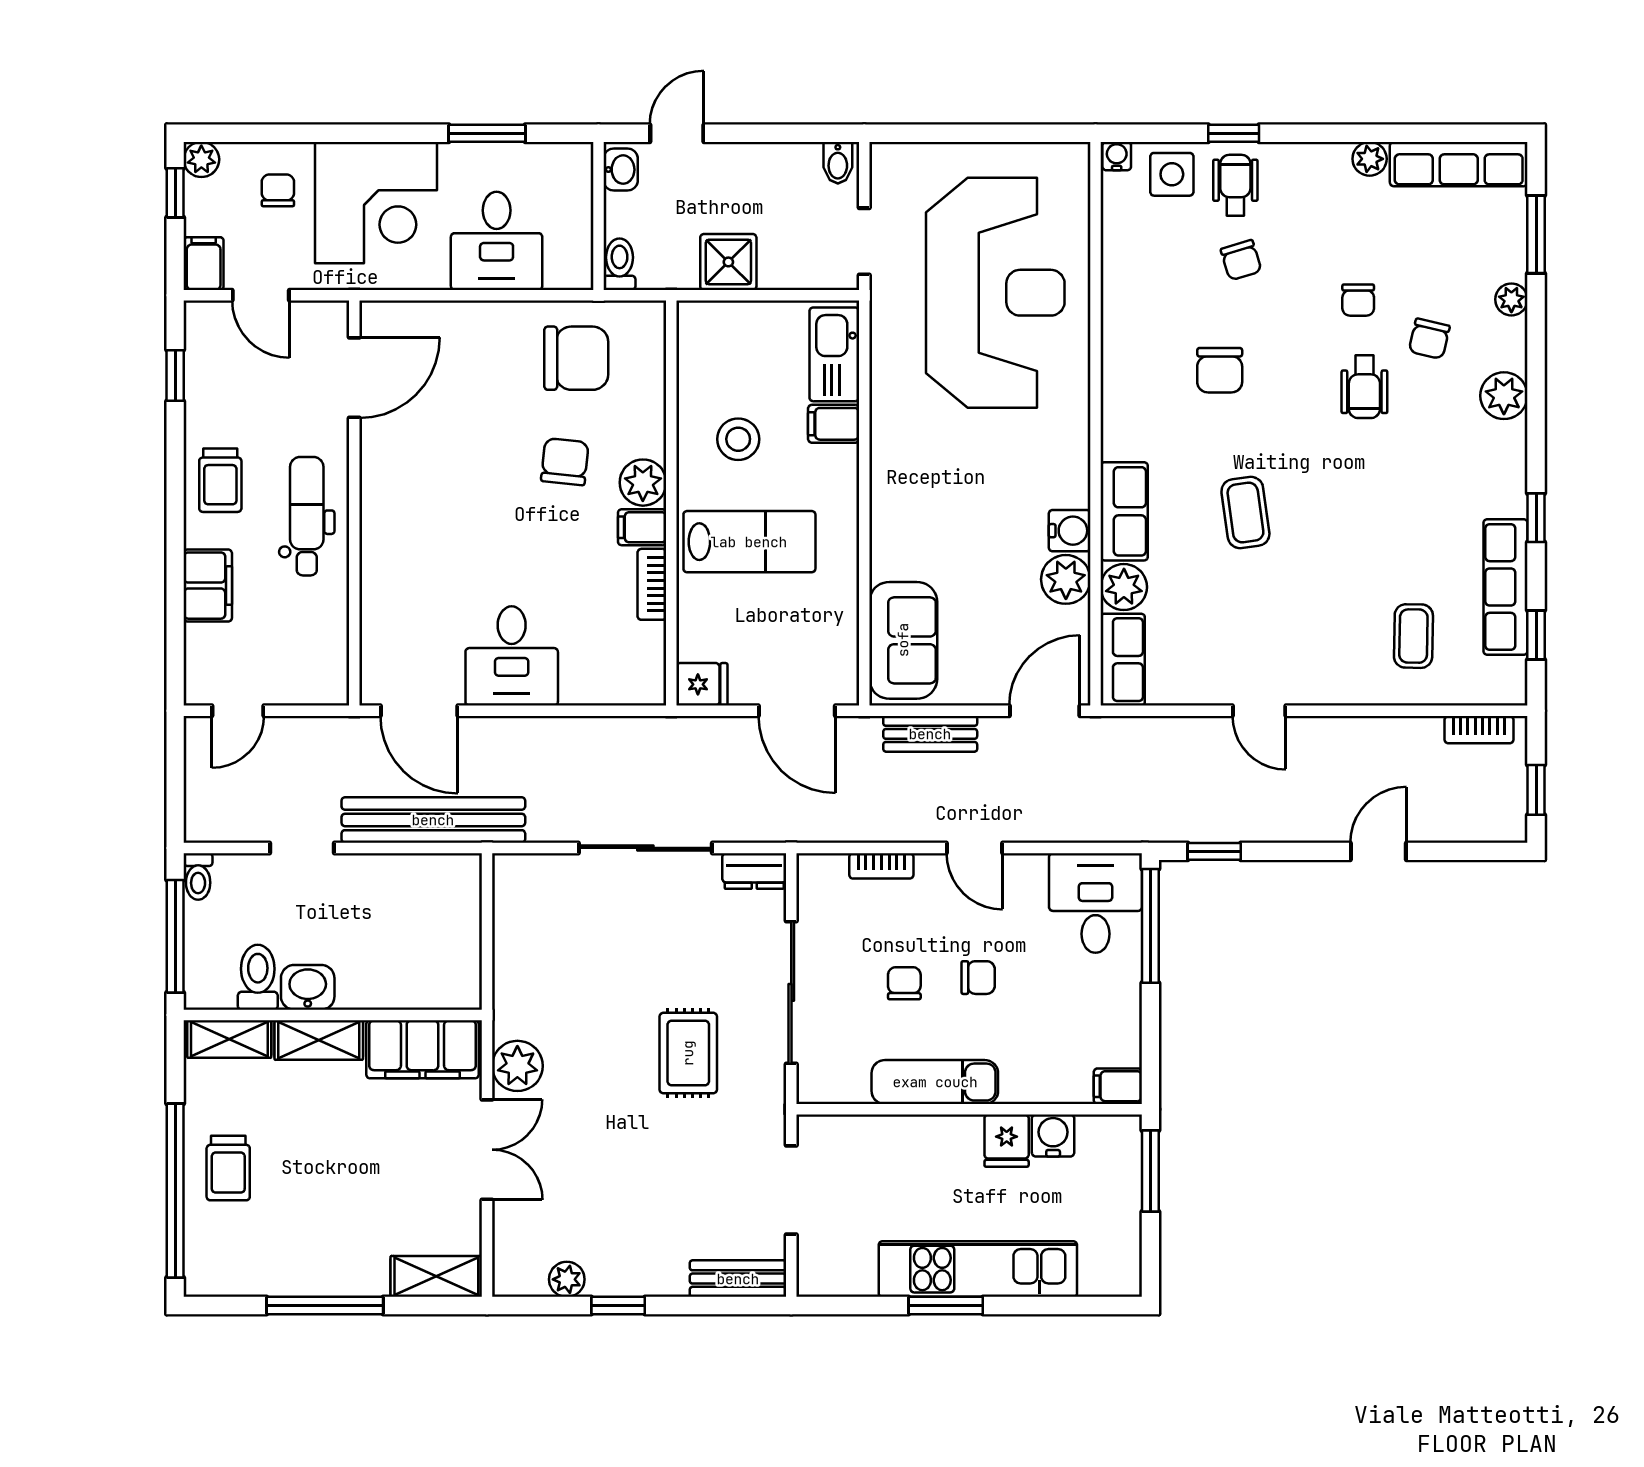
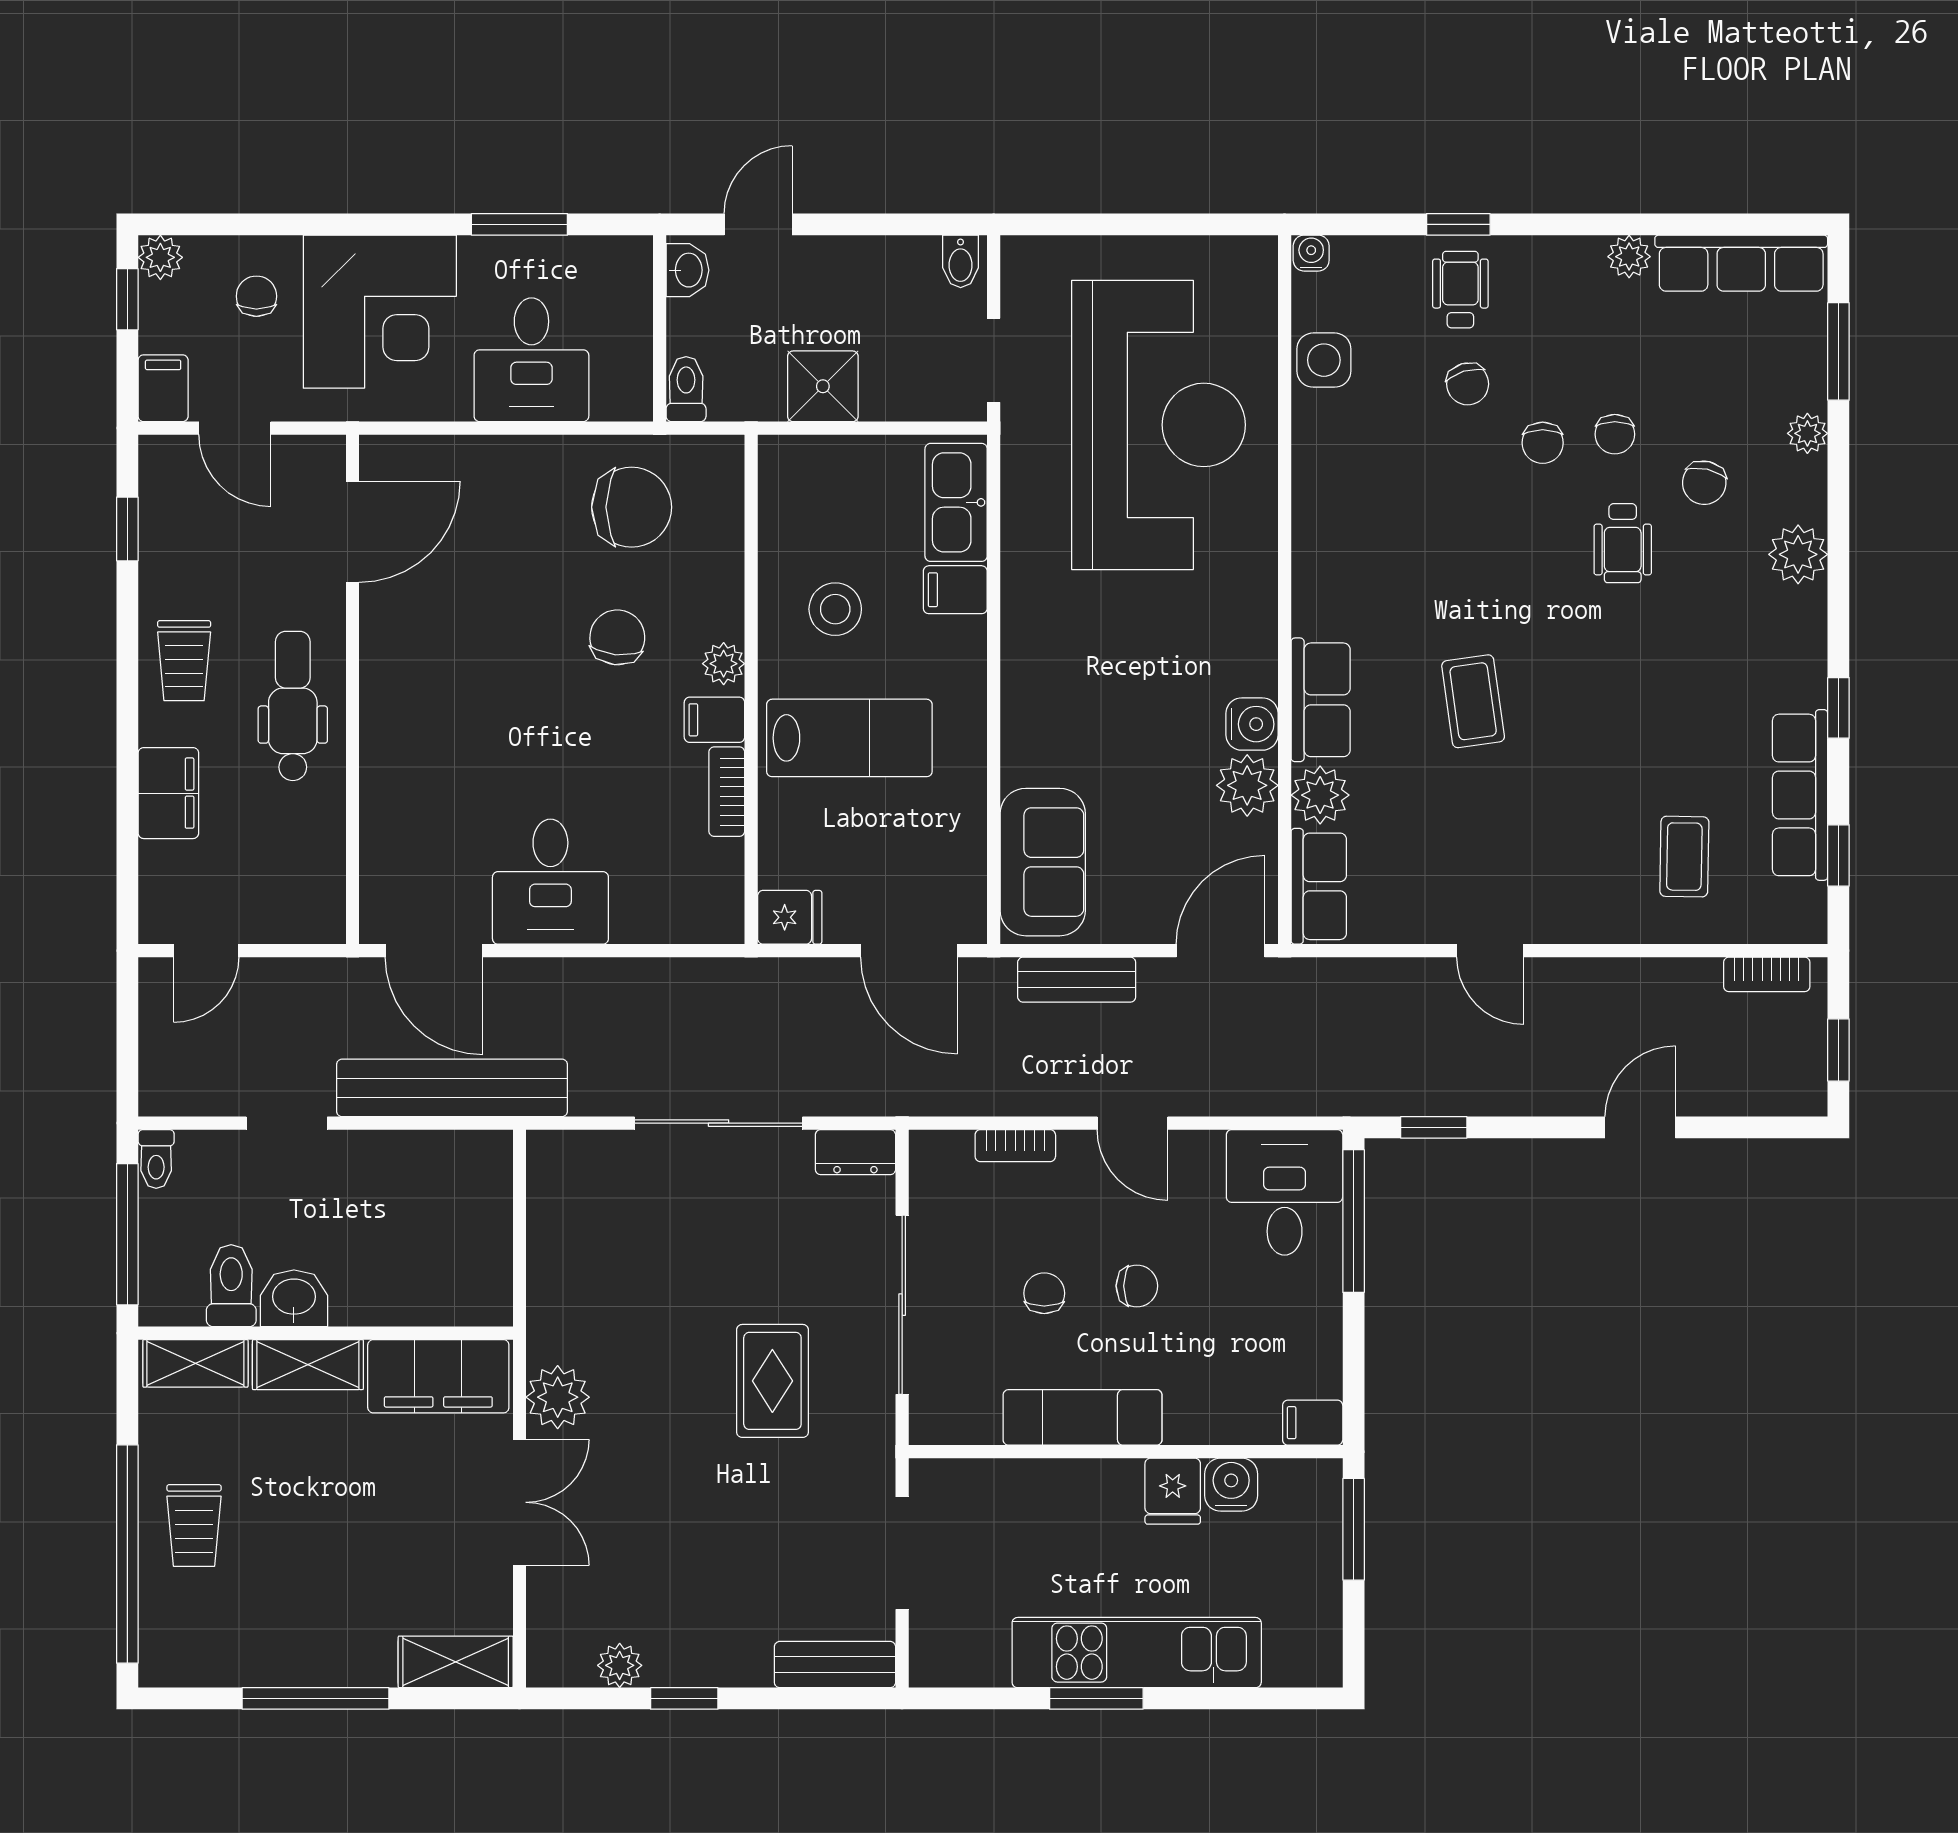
side table: (1172, 174) -> (1324, 360), moved
chair: (1220, 370) -> (1543, 443), moved, width x0.73, depth x0.73
plant: (643, 483) -> (724, 664), width x0.73, depth x0.73

